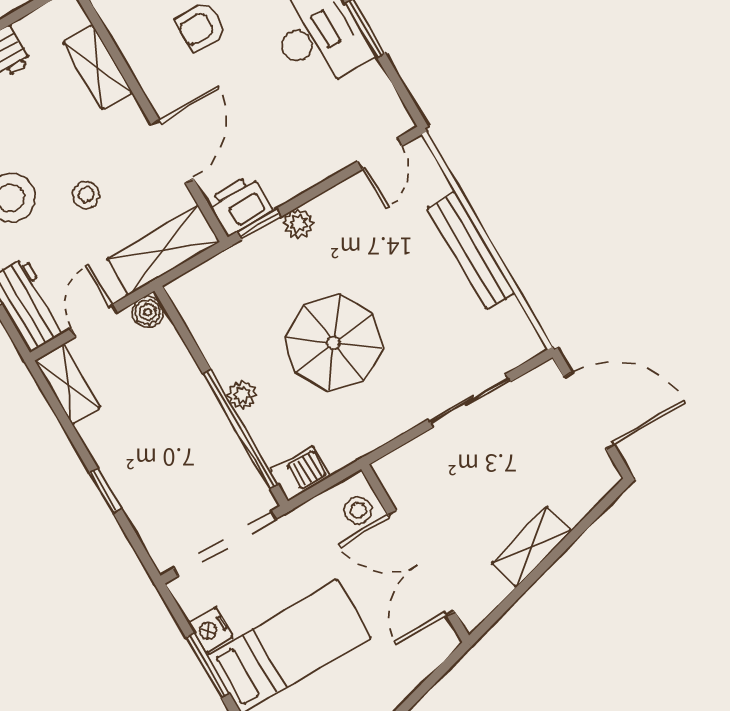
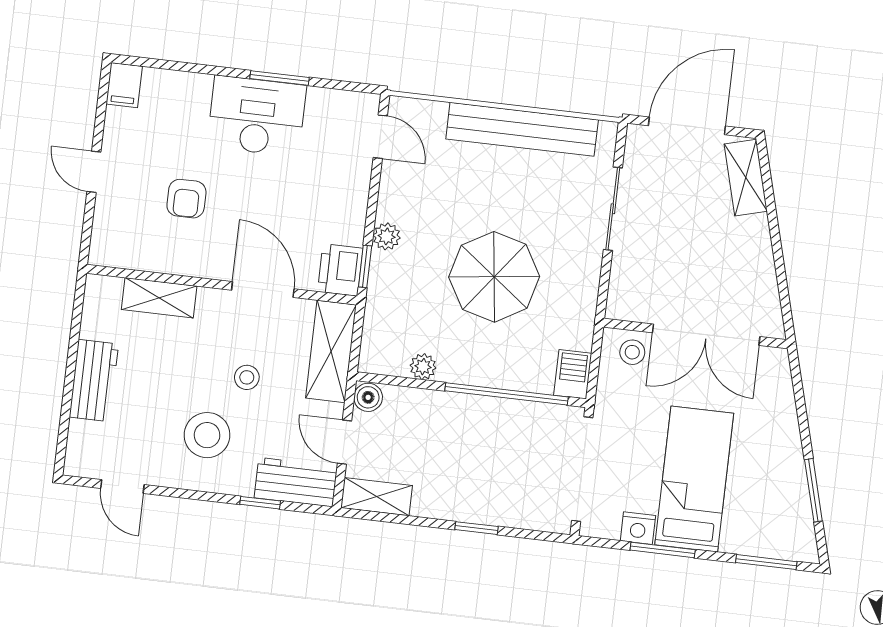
bench: (471, 250) -> (522, 129), width x1.37, depth x1.21
plant: (242, 395) -> (423, 367), moved
shelving: (531, 547) -> (746, 178), moved

